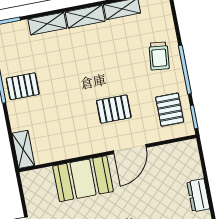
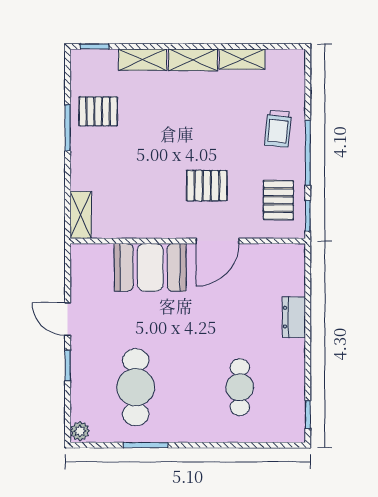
pallet: (23, 86) -> (98, 111), moved

